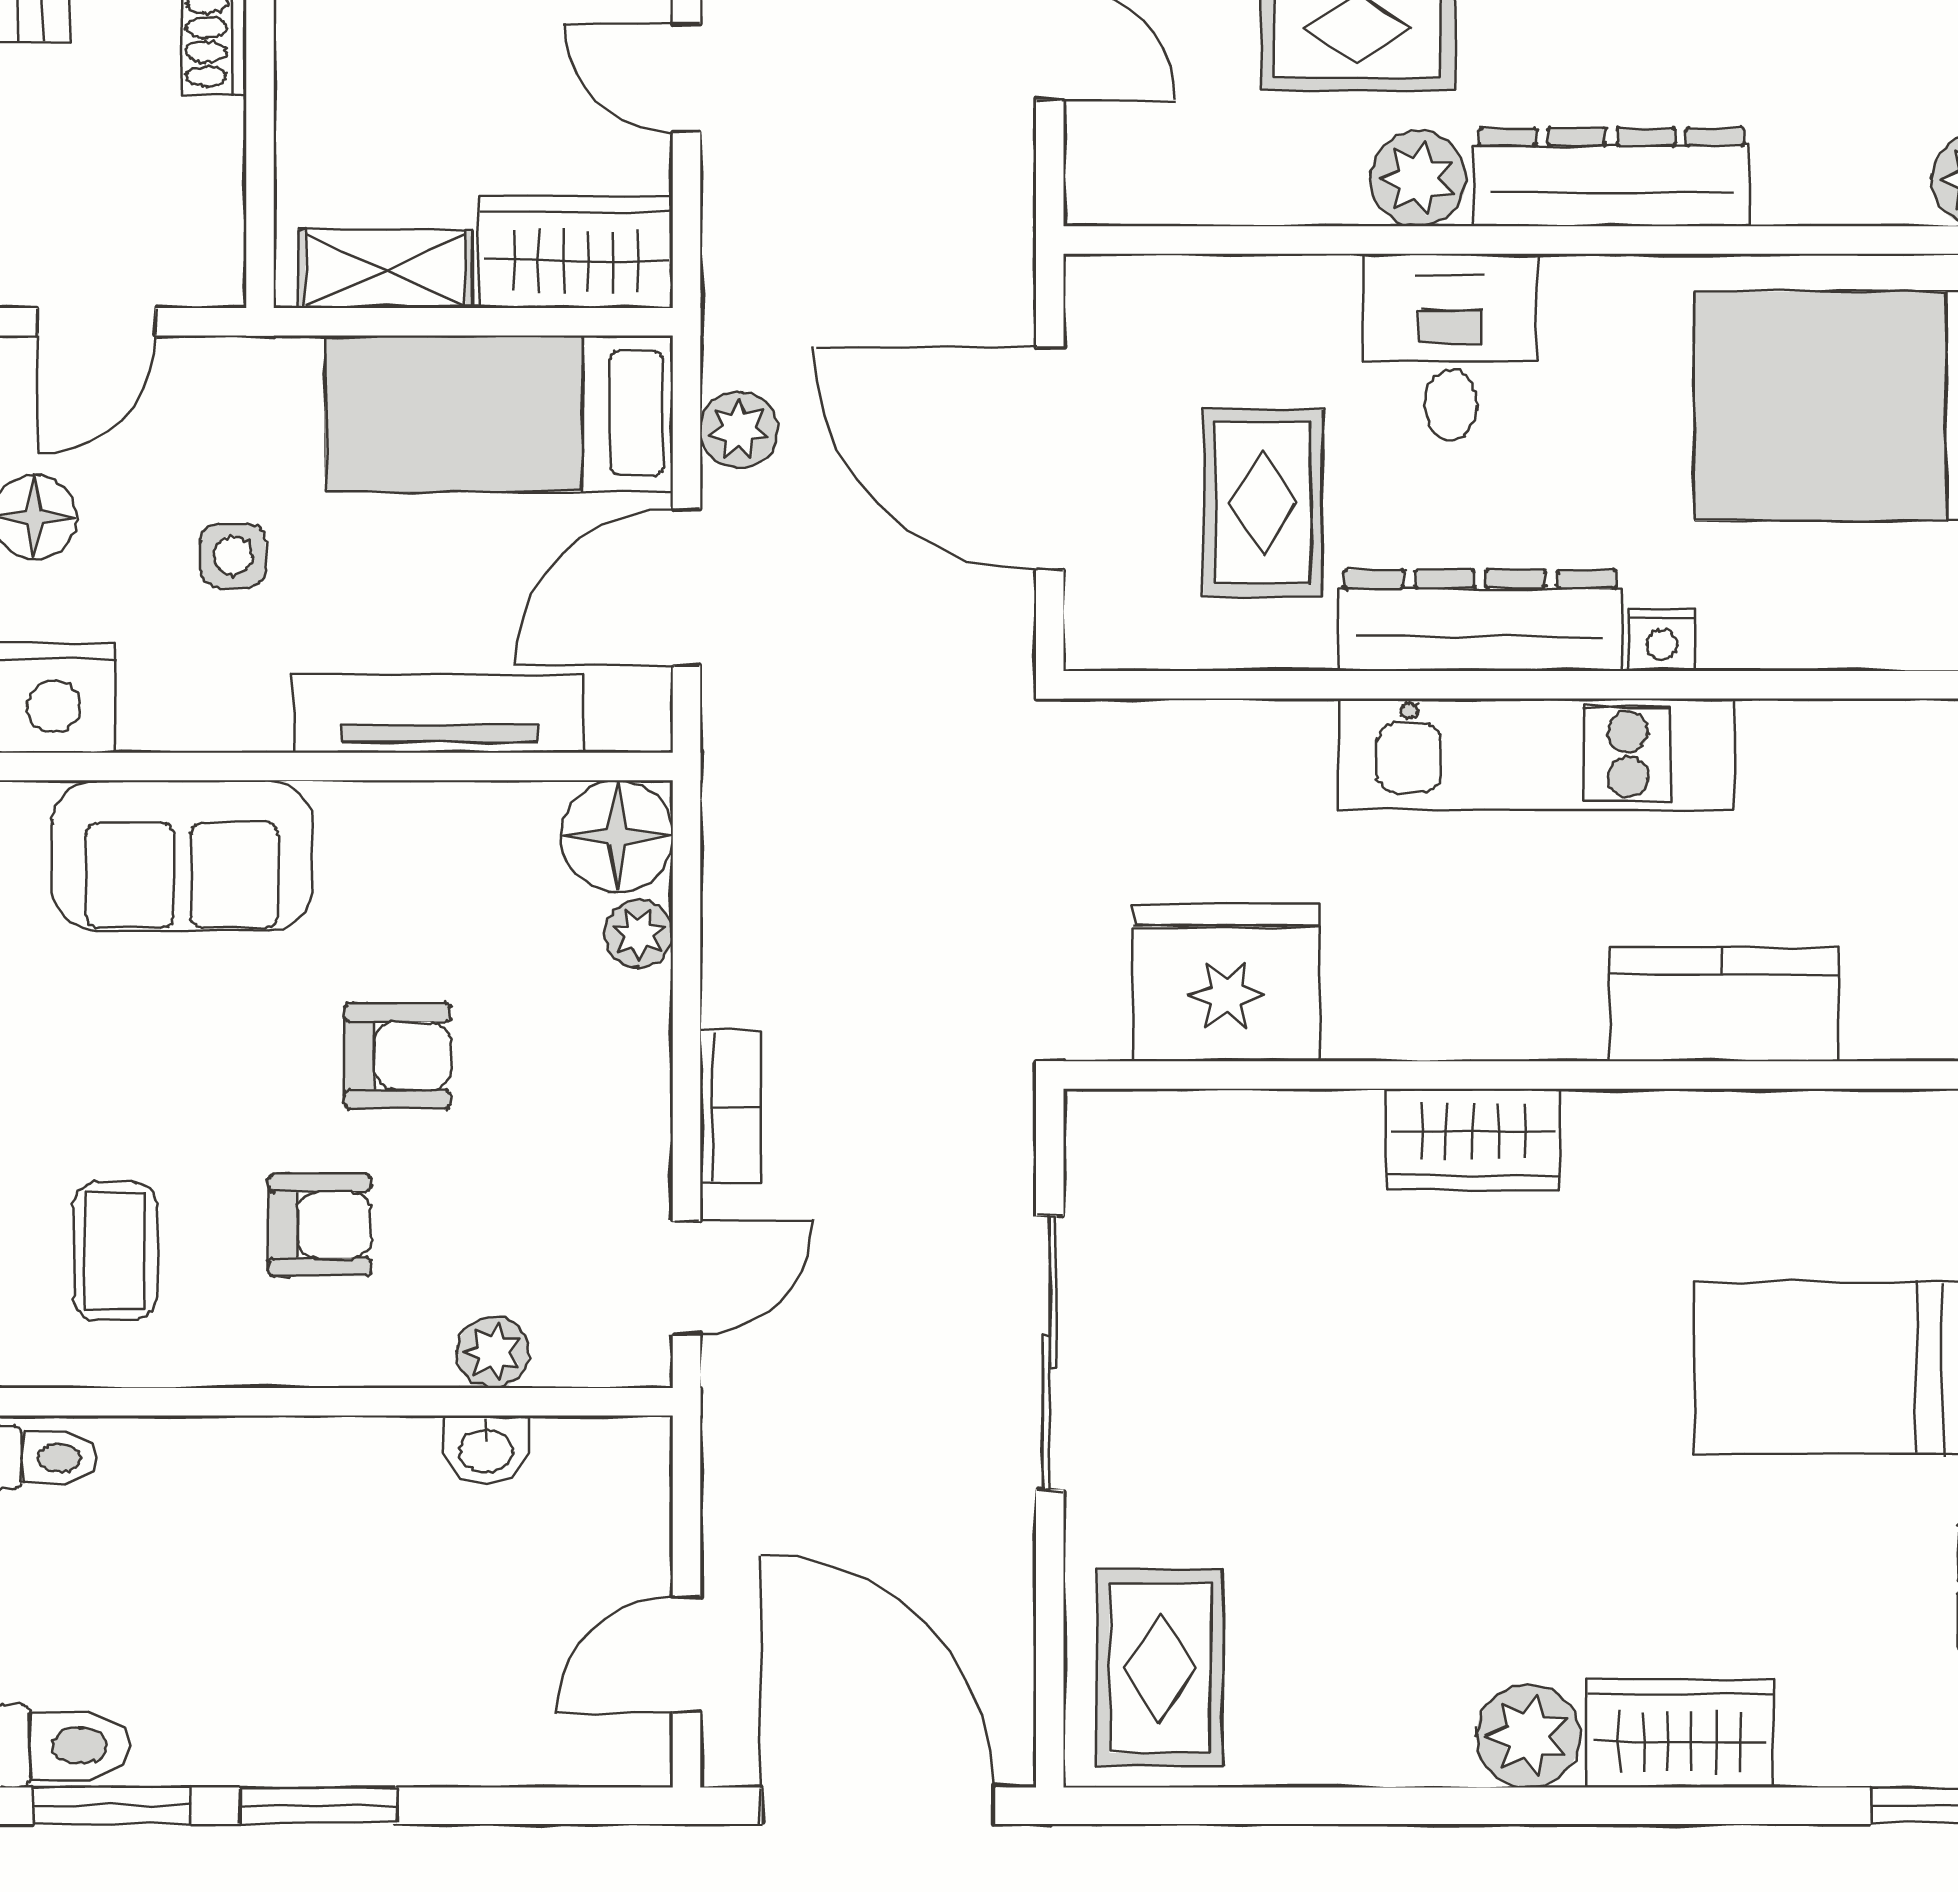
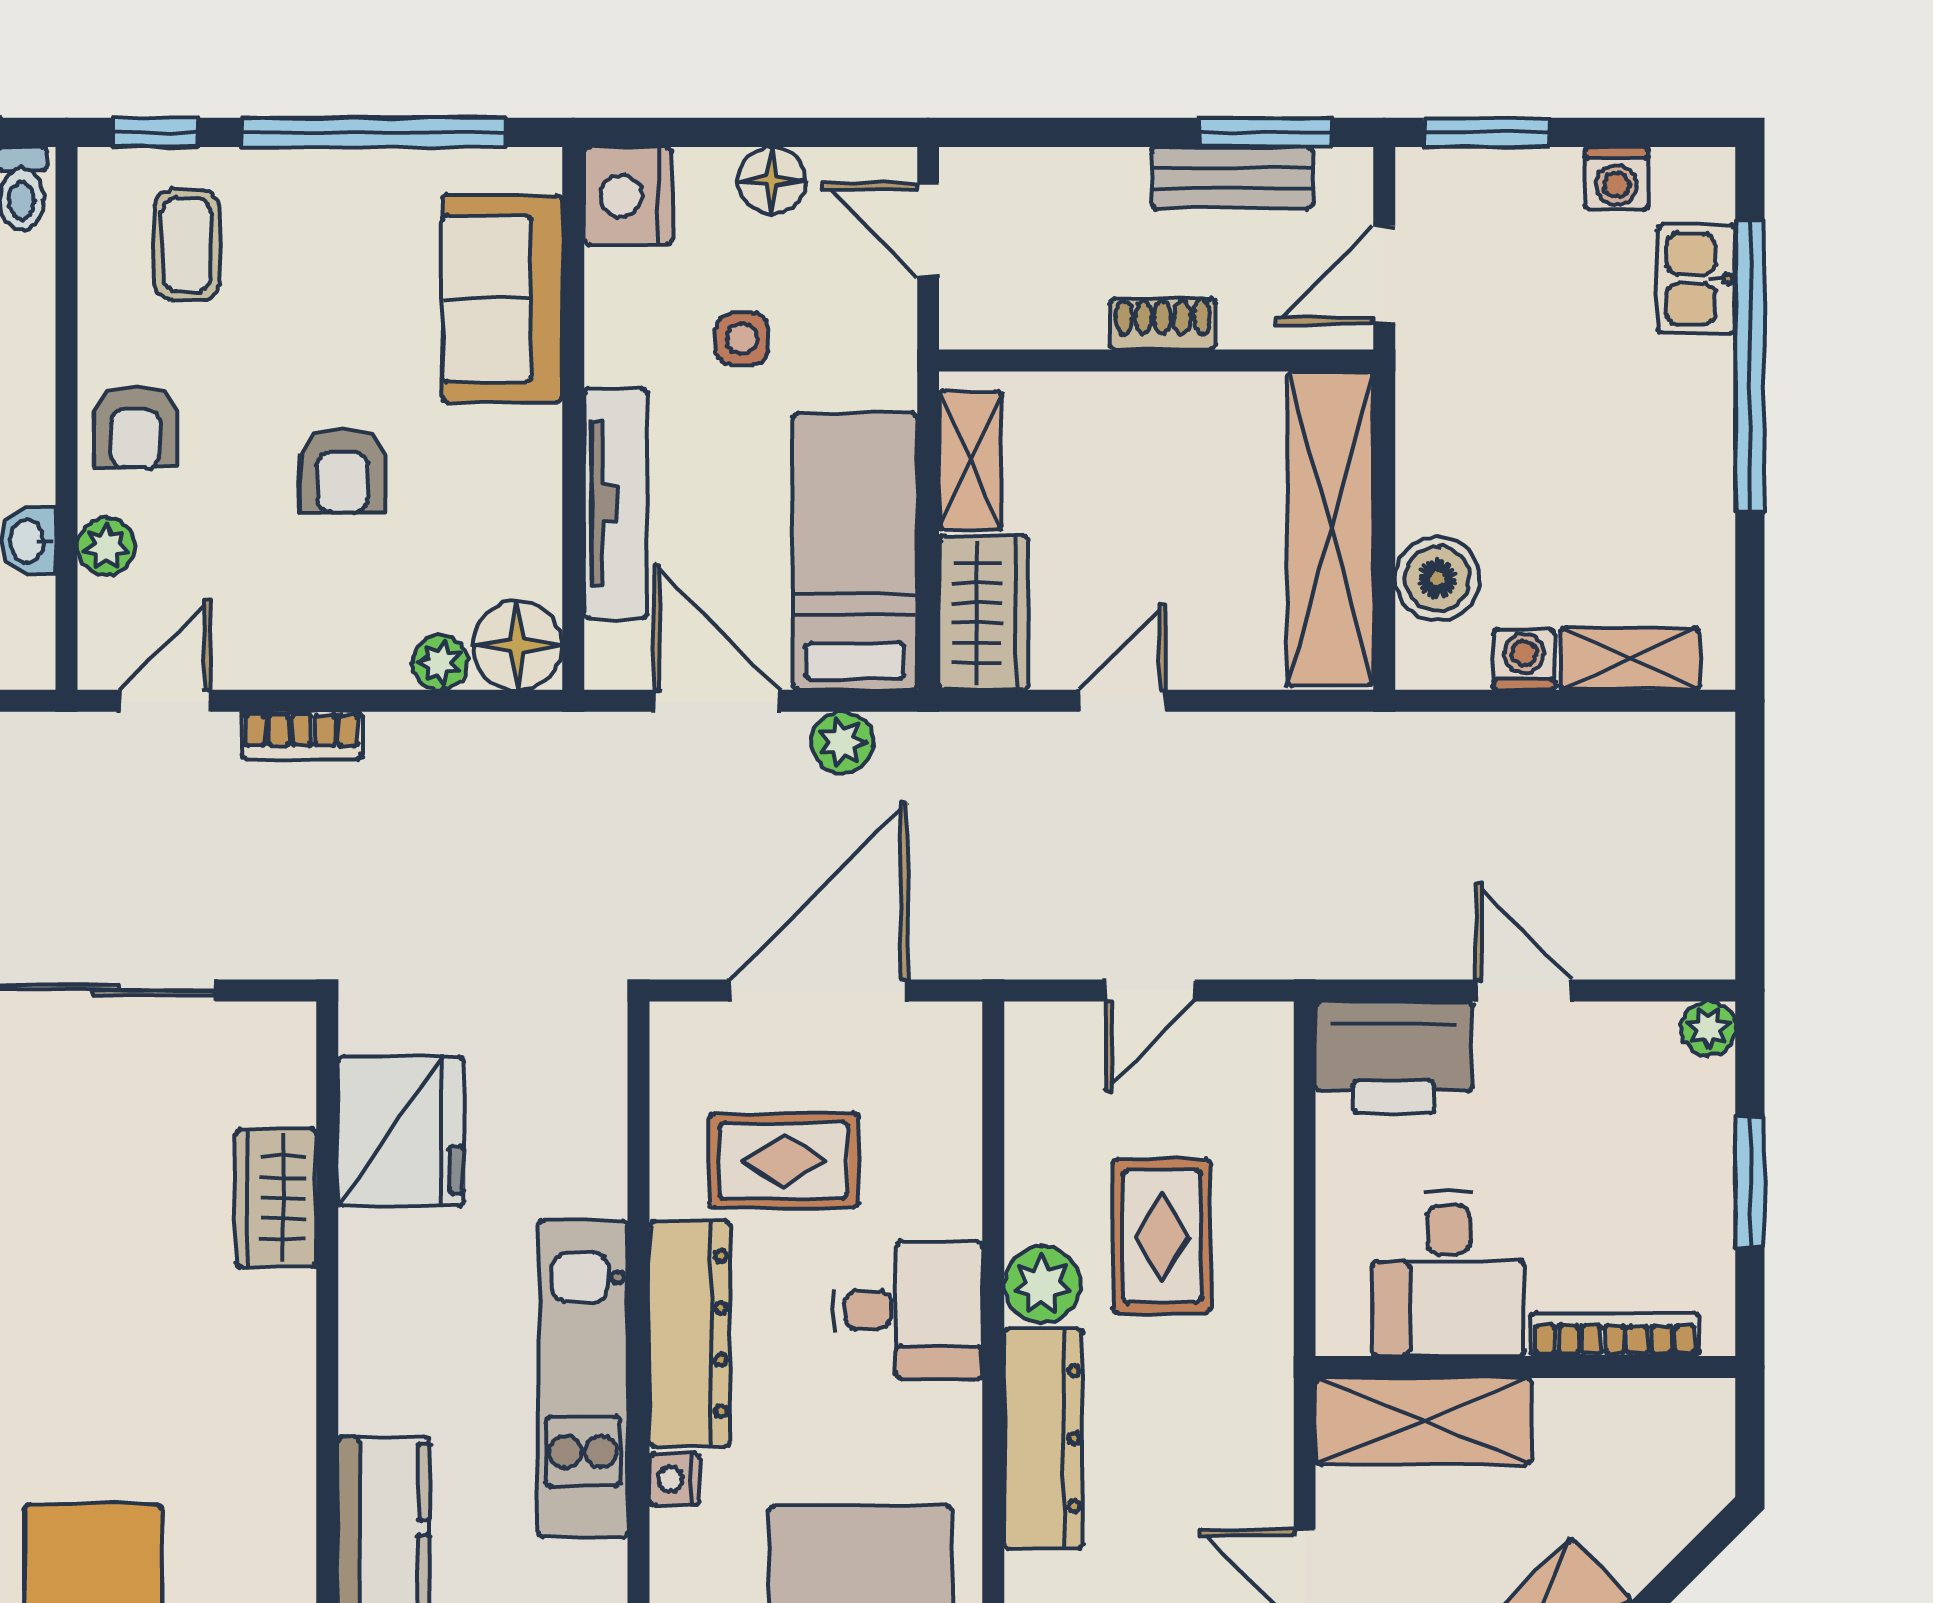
wardrobe: (1473, 1139) -> (276, 1198), moved
armchair: (320, 1225) -> (135, 427), moved
coffee table: (115, 1251) -> (187, 245), turned 90
door: (687, 1278) -> (166, 701), swing flipped

